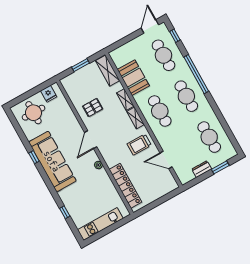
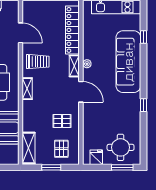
pallet: (81, 85) -> (61, 149), added
window: (23, 97) -> (122, 167), added
shelving: (125, 100) -> (74, 66), moved
door: (91, 140) -> (81, 92), hinge flipped
sofa: (52, 161) -> (128, 62), moved

